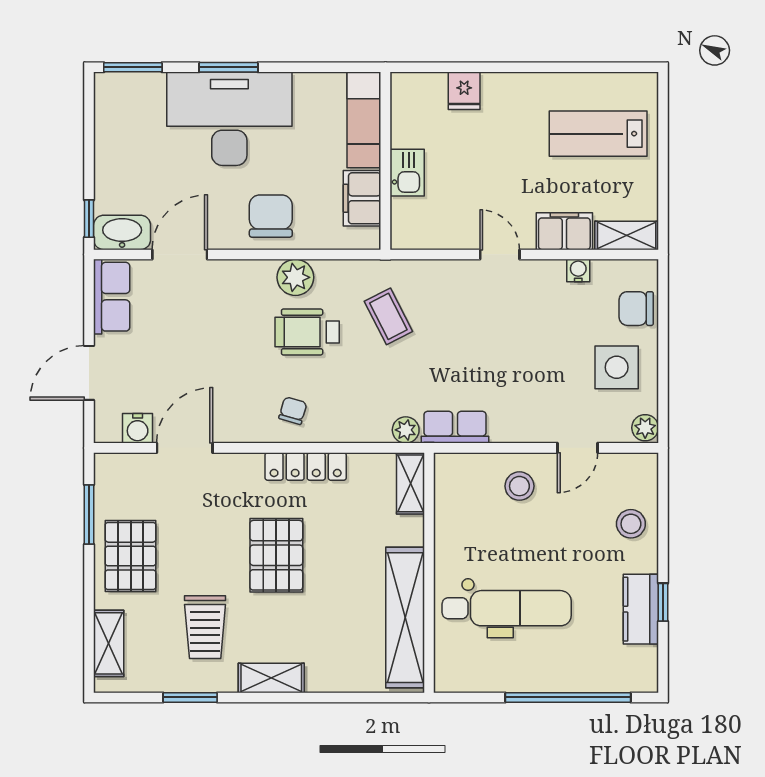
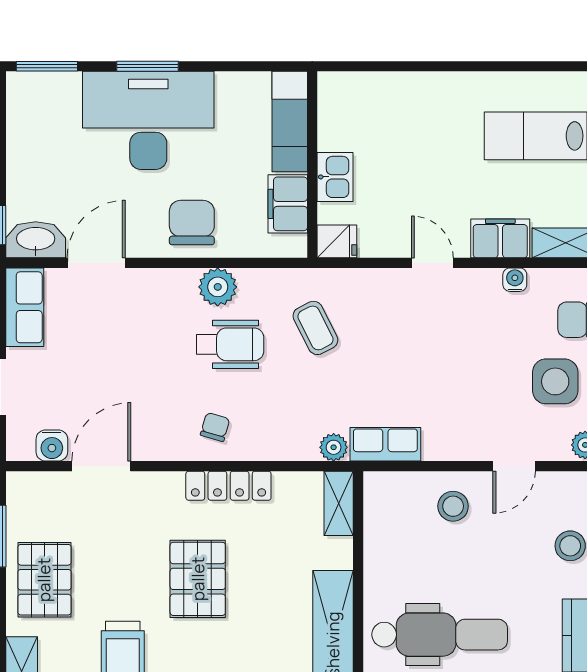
fridge: (464, 91) -> (337, 241), moved, turned -90
wheelchair: (307, 332) -> (230, 344), turned 180

